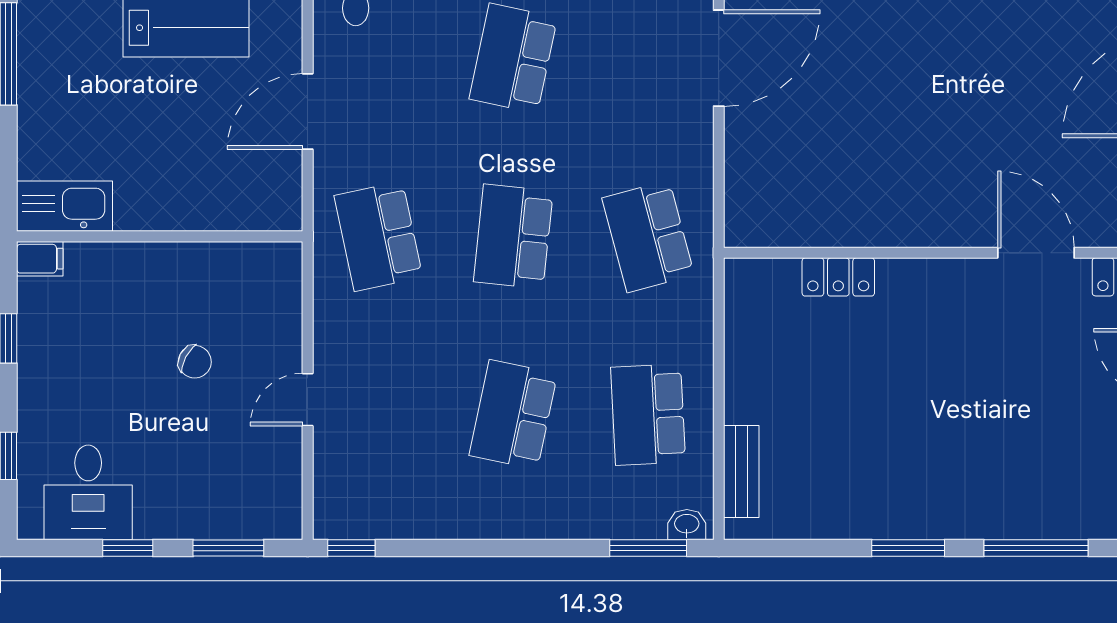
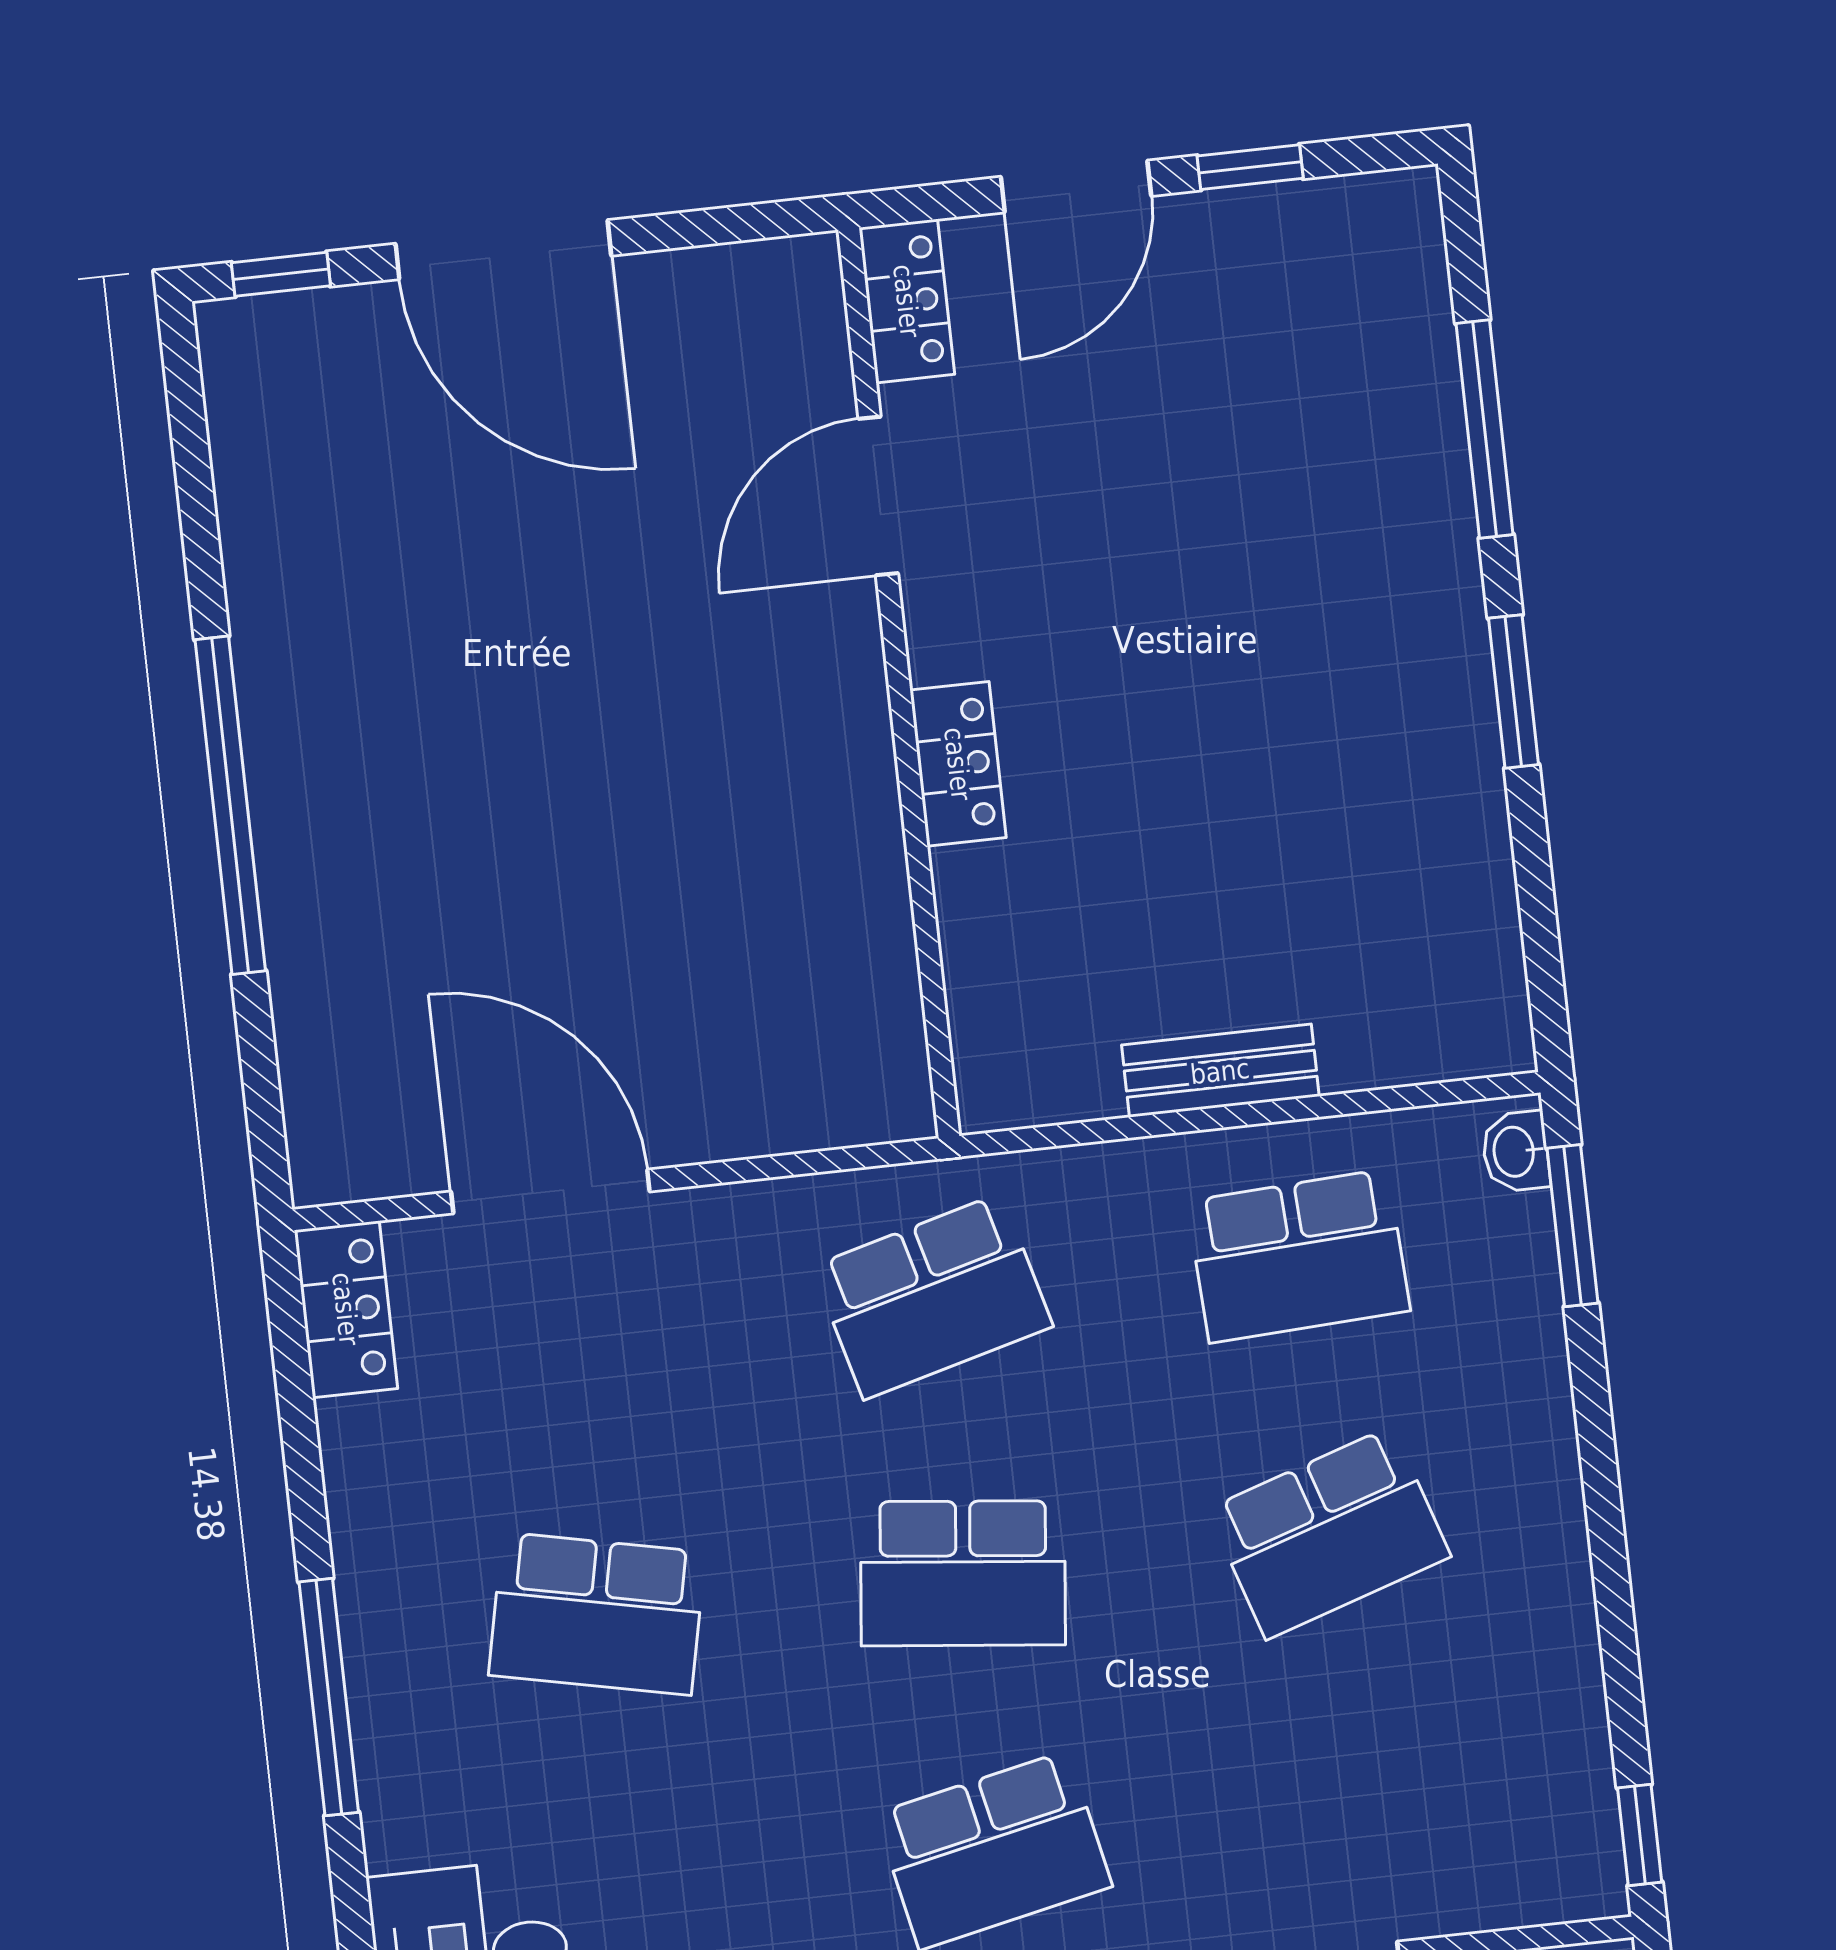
locker: (838, 277) -> (958, 764), moved
school desk: (513, 415) -> (1329, 1533), turned -30
bench: (741, 472) -> (1220, 1071), moved

